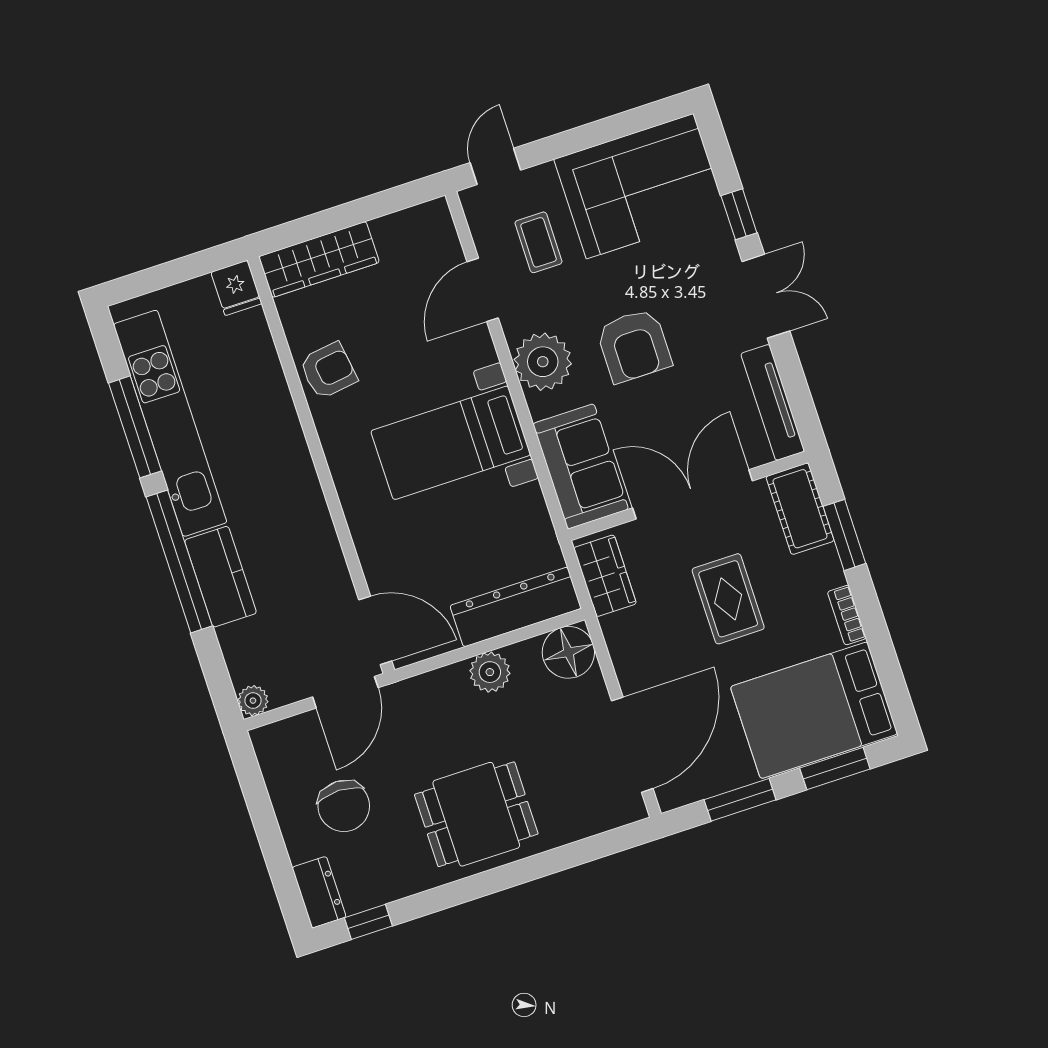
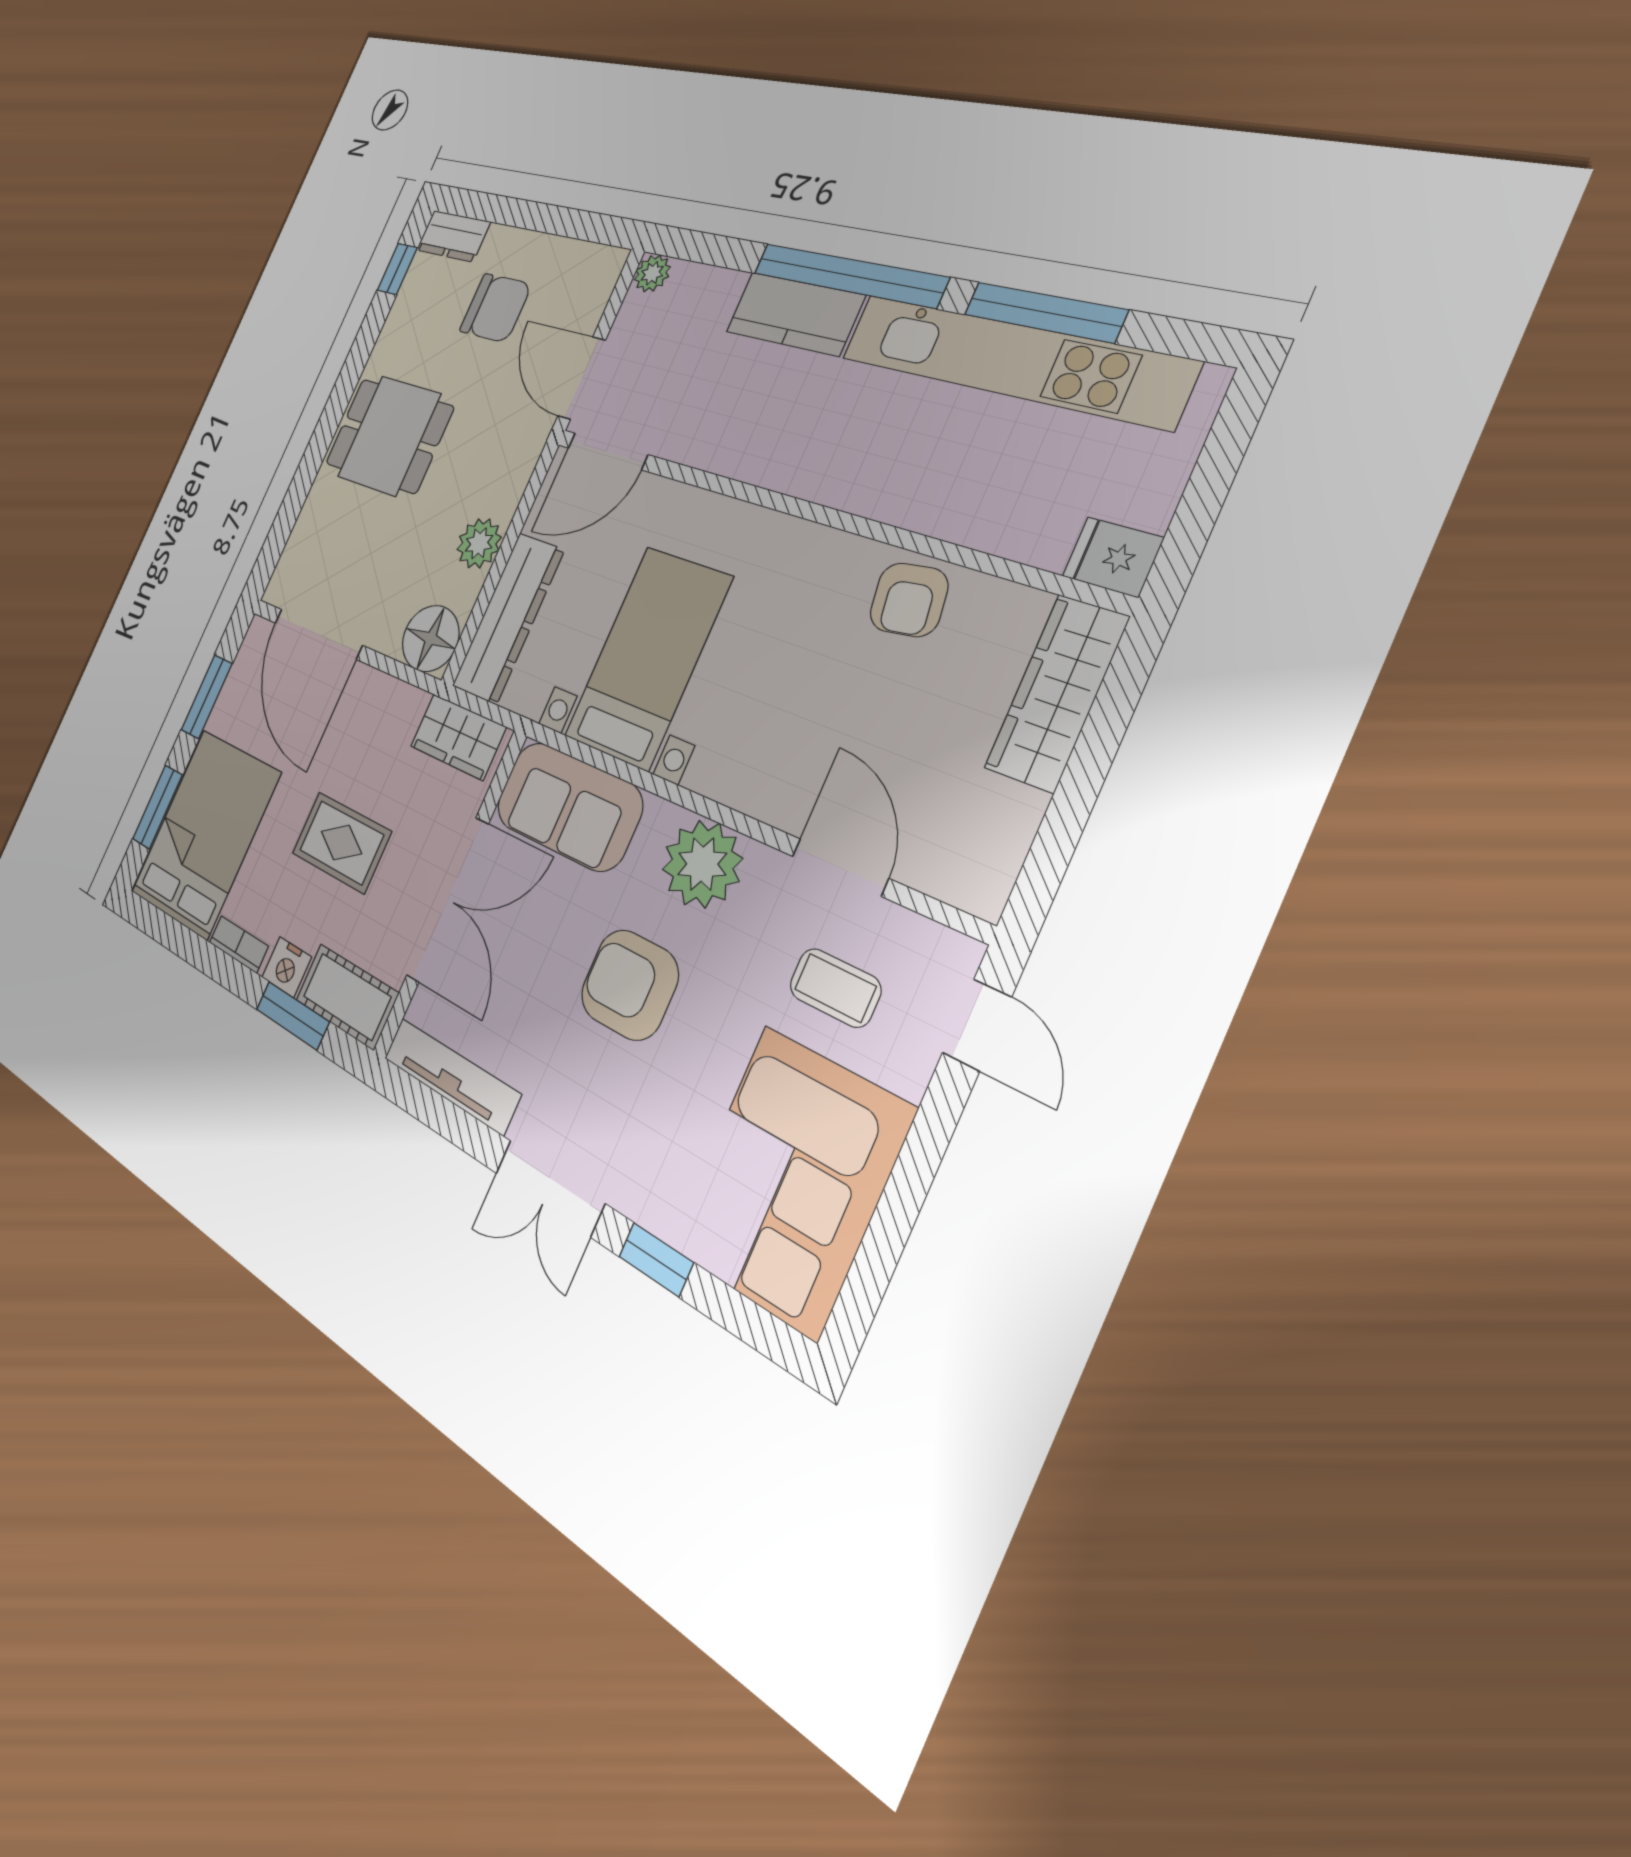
bed with nightstands: (451, 443) -> (648, 657), moved
nightstand: (825, 566) -> (287, 967), added
chair: (344, 806) -> (495, 308), turned 180
dining table: (476, 814) -> (389, 436), turned 90

